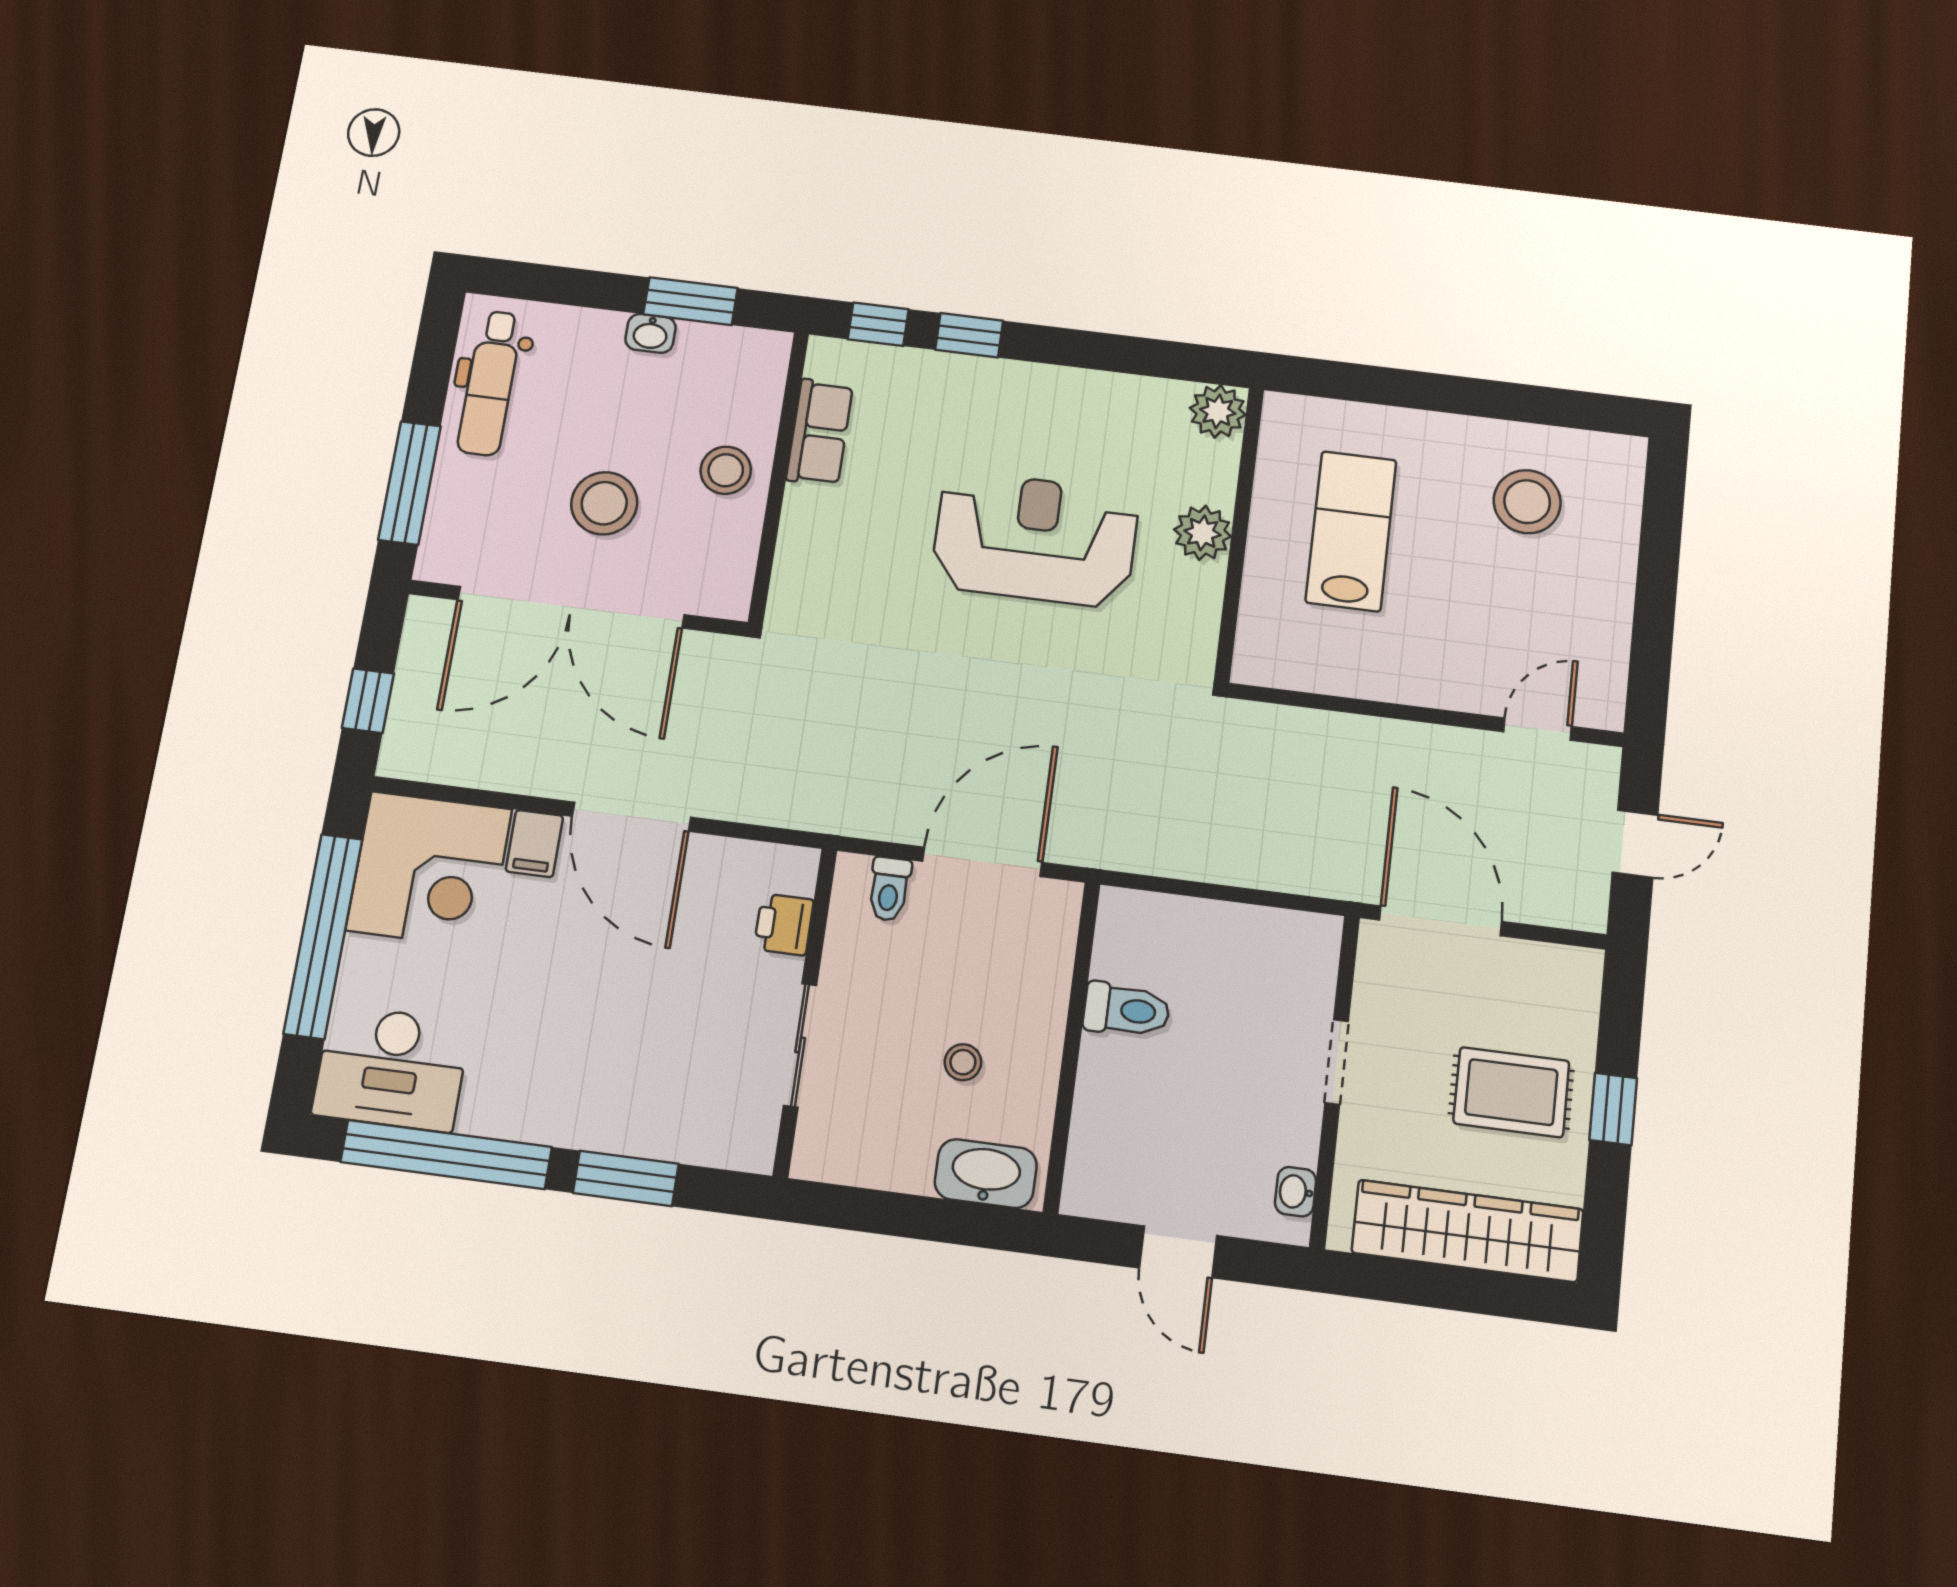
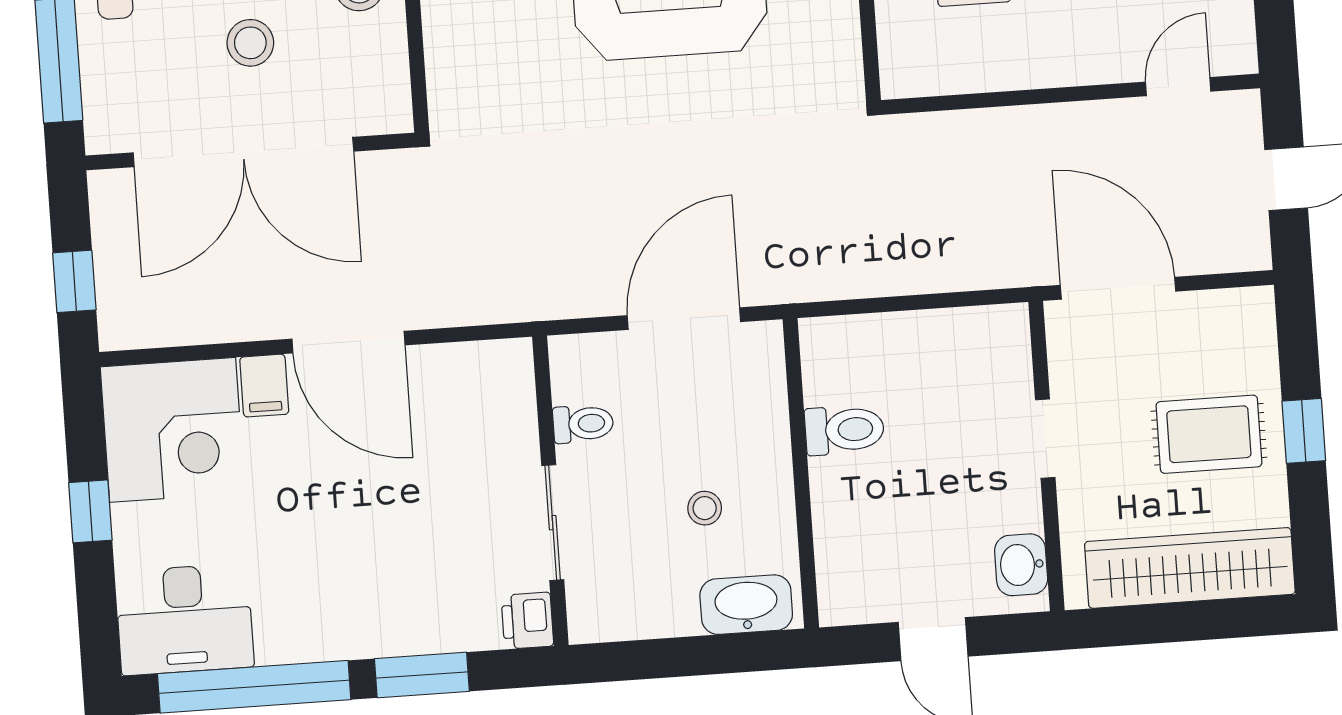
stool: (604, 503) -> (250, 43), width x0.73, depth x0.73
toilet: (889, 889) -> (583, 424), moved, turned -90
printer: (784, 924) -> (527, 621), moved
window: (323, 936) -> (90, 511), width x0.32
washbasin: (1296, 1192) -> (1021, 565), width x1.38, depth x1.45

